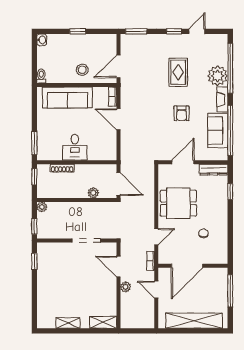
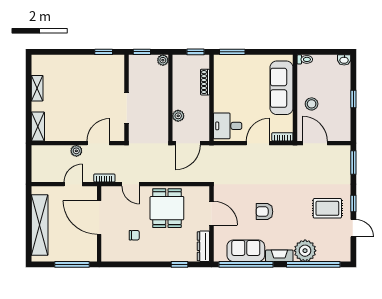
rug: (178, 72) -> (327, 208), moved
desk: (75, 147) -> (228, 126), moved

